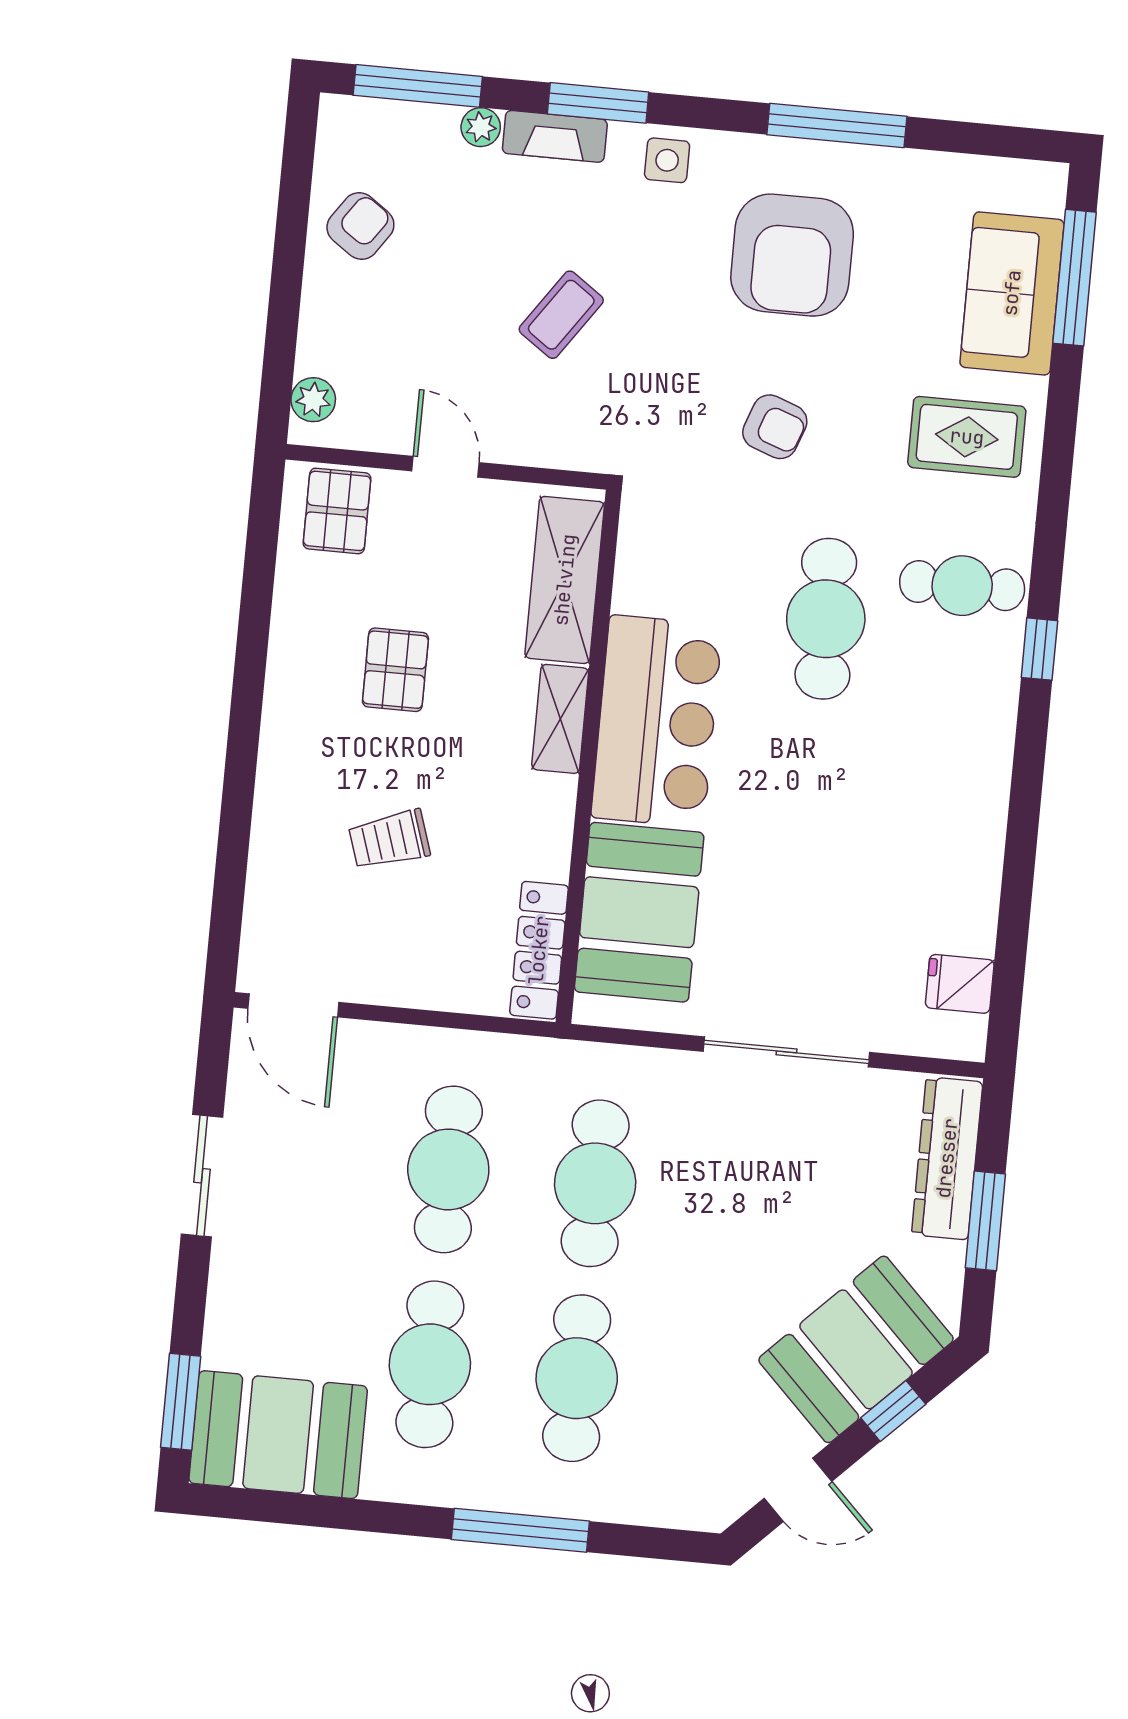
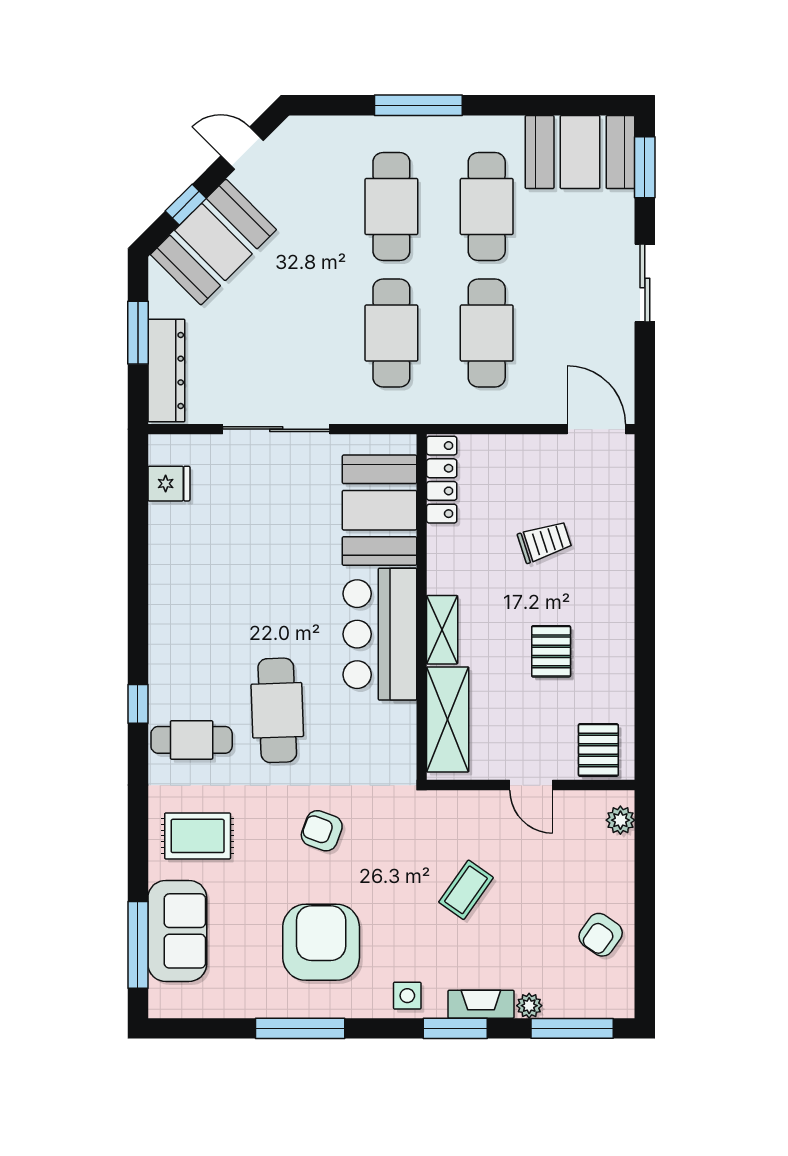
sliding door: (202, 1176) -> (645, 283), moved

